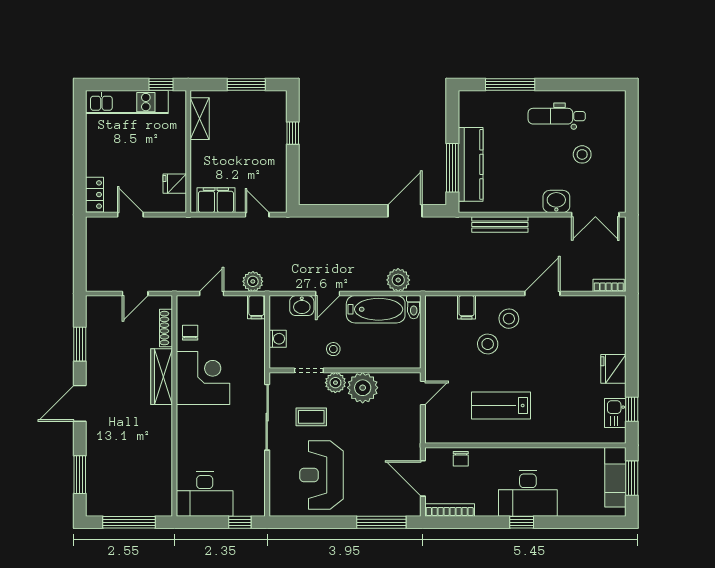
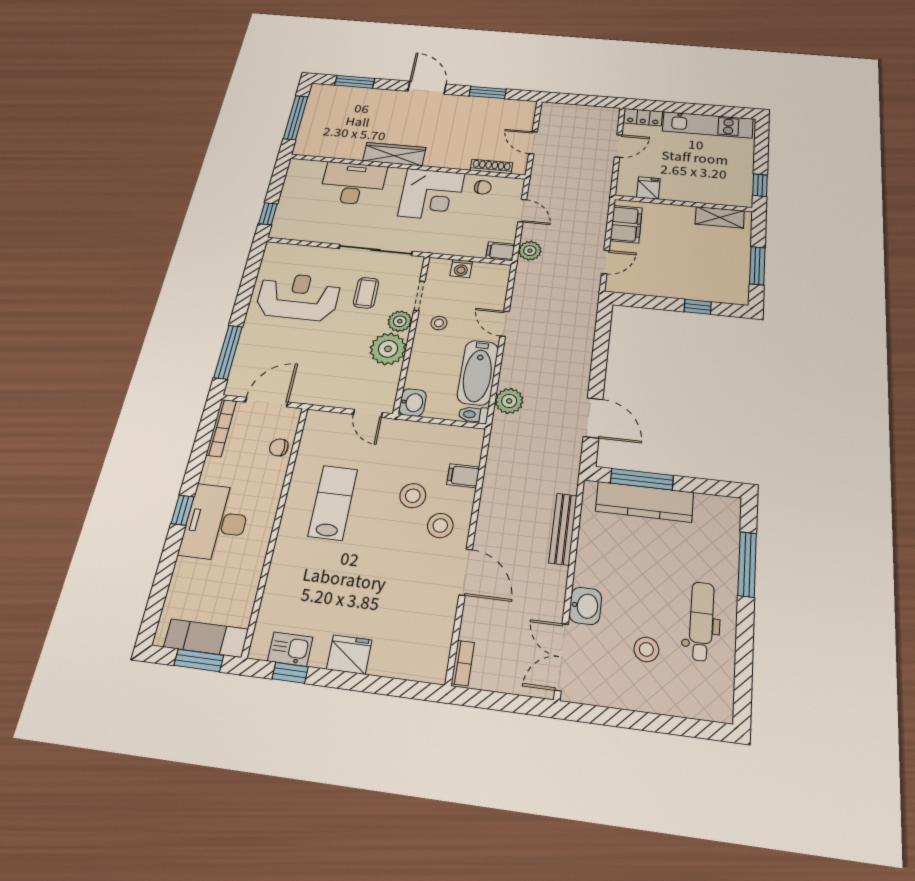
kitchen unit: (127, 102) -> (708, 125), moved, turned -90
washbasin: (302, 306) -> (413, 403), moved, turned 180
wardrobe: (162, 377) -> (394, 154), moved
desk: (205, 494) -> (353, 184), moved, turned 90

